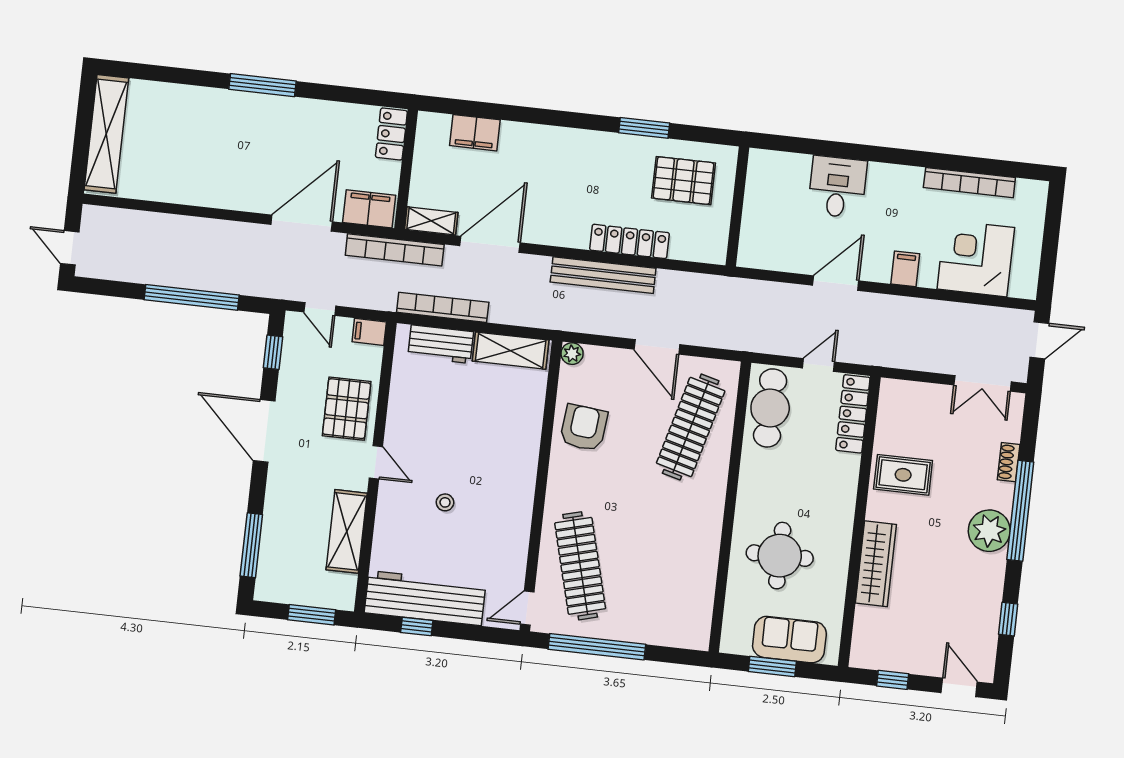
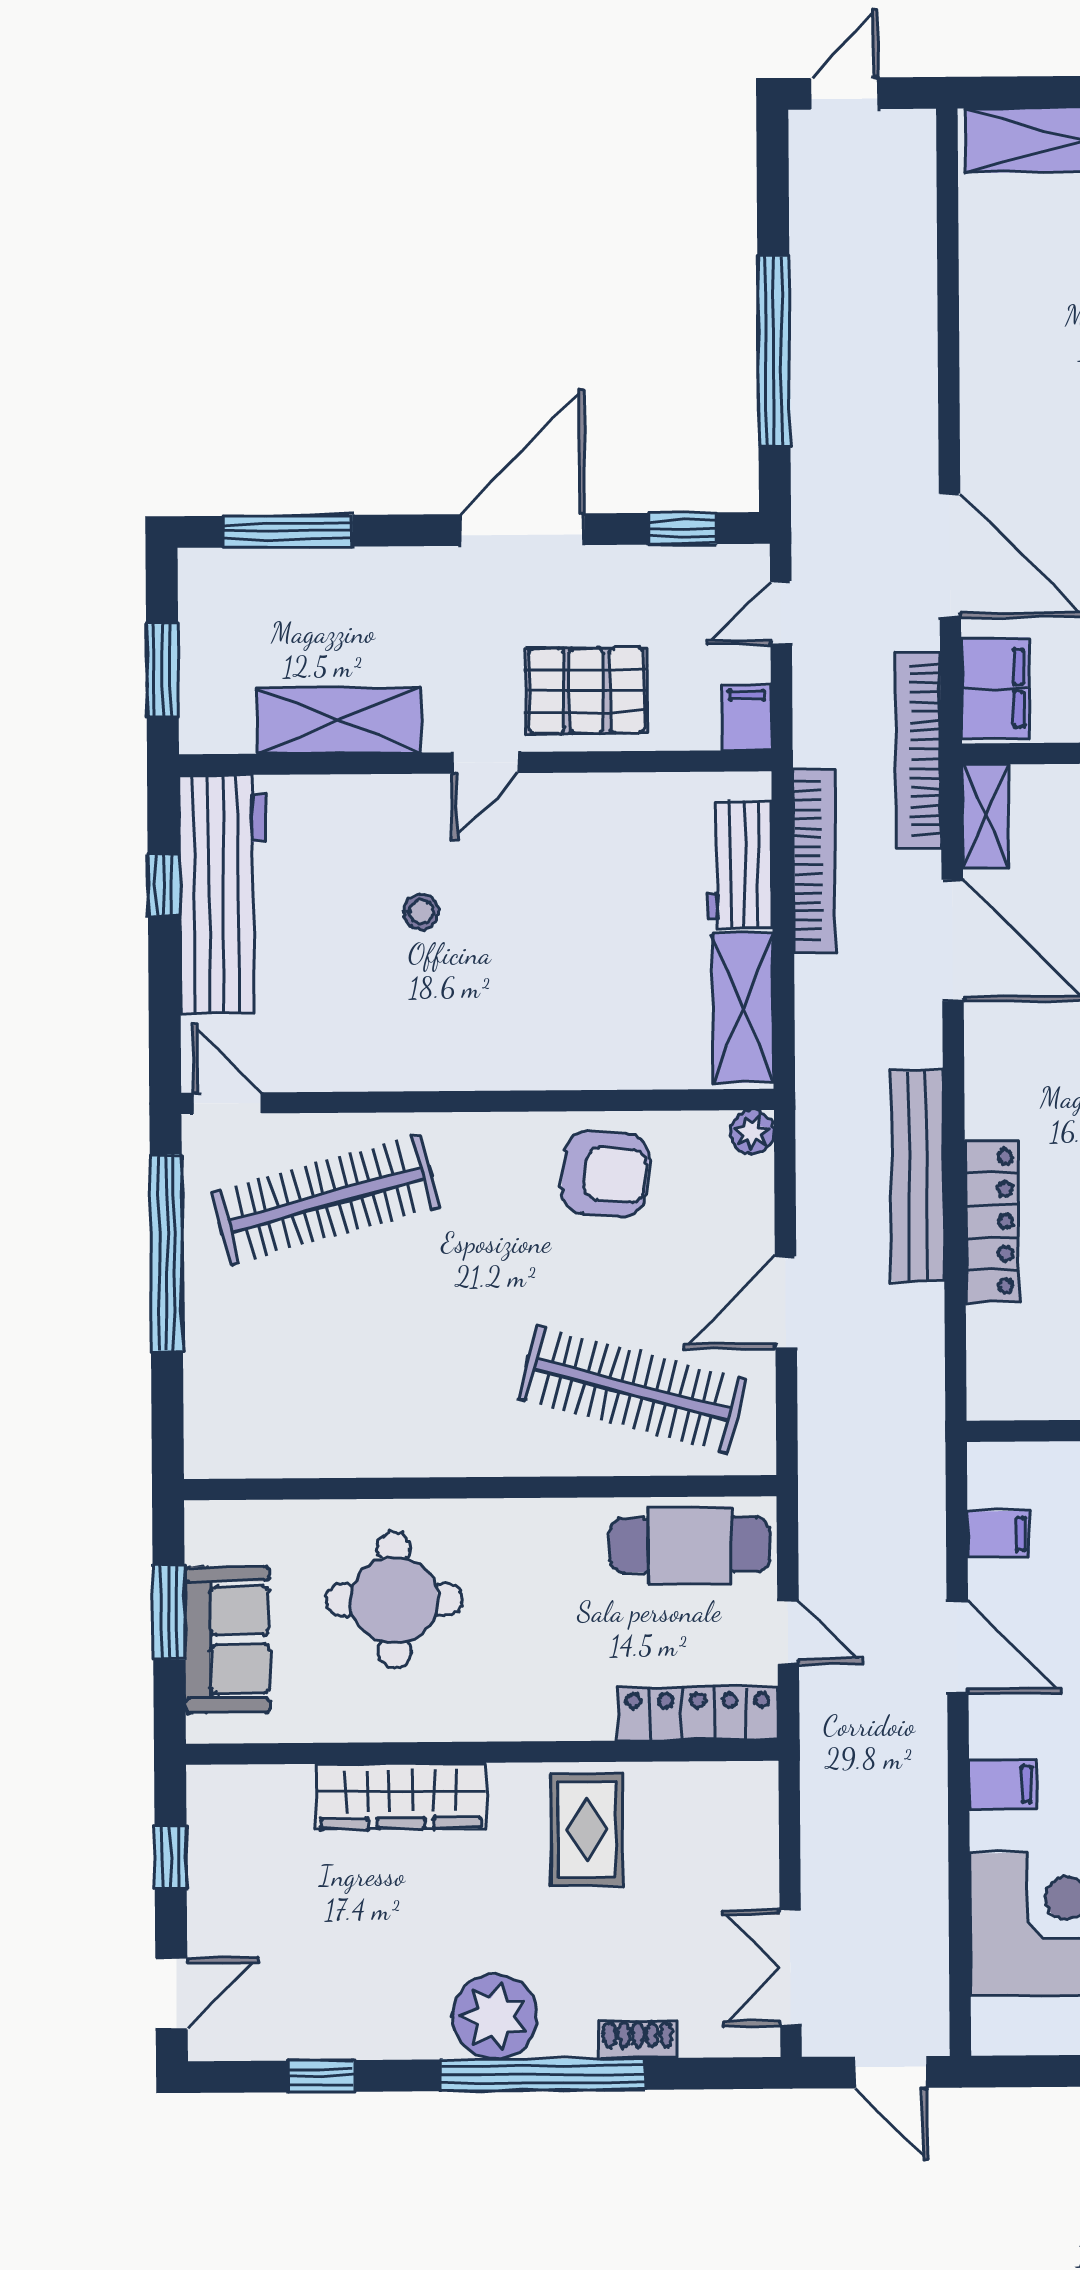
filing cabinet: (783, 256) -> (999, 1534), added

